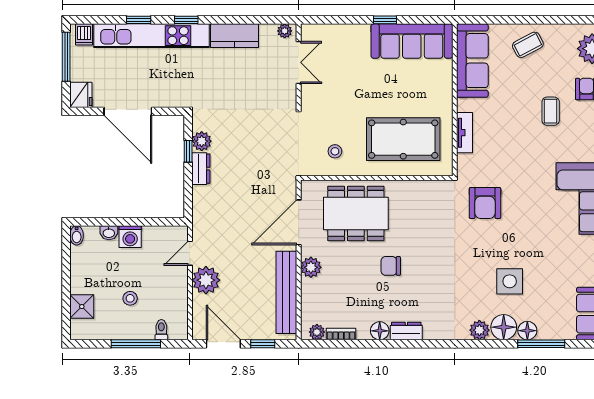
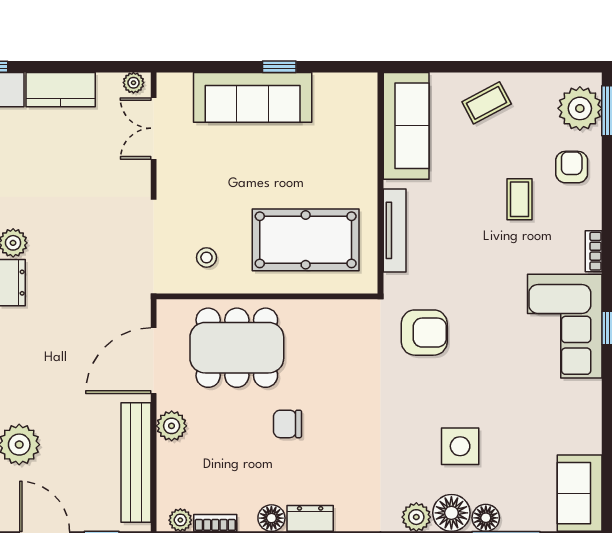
sofa: (412, 41) -> (253, 97), moved
double door: (299, 62) -> (154, 128), swing flipped
tv unit: (464, 133) -> (395, 230), width x1.41
armchair: (485, 203) -> (424, 333), turned -90

